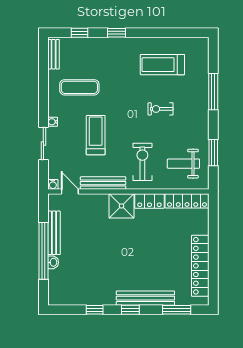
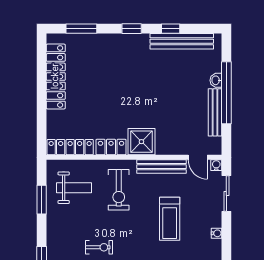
sliding door: (43, 143) -> (226, 193), moved
bench: (145, 298) -> (182, 41), moved

